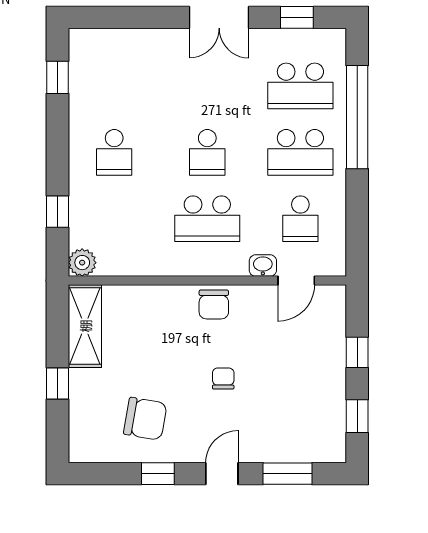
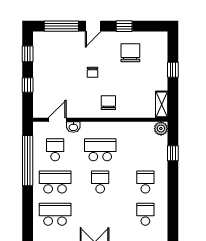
window: (57, 77) -> (173, 218), removed
school desk: (114, 86) -> (145, 214), added
window: (357, 117) -> (28, 161), moved
chair: (214, 304) -> (108, 103), moved
shelving: (85, 326) -> (162, 104), width x0.67, depth x0.75
chair: (145, 419) -> (130, 53), turned 80
window: (287, 474) -> (61, 26), width x1.44

